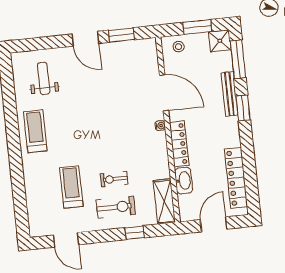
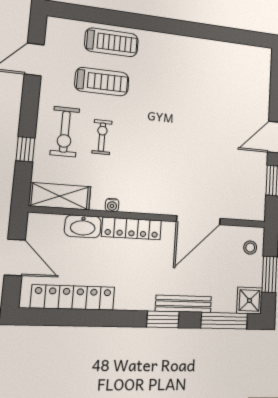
weight bench: (44, 78) -> (238, 79), removed
water cooler: (160, 126) -> (112, 205), moved
treadmill: (35, 131) -> (111, 42), moved

